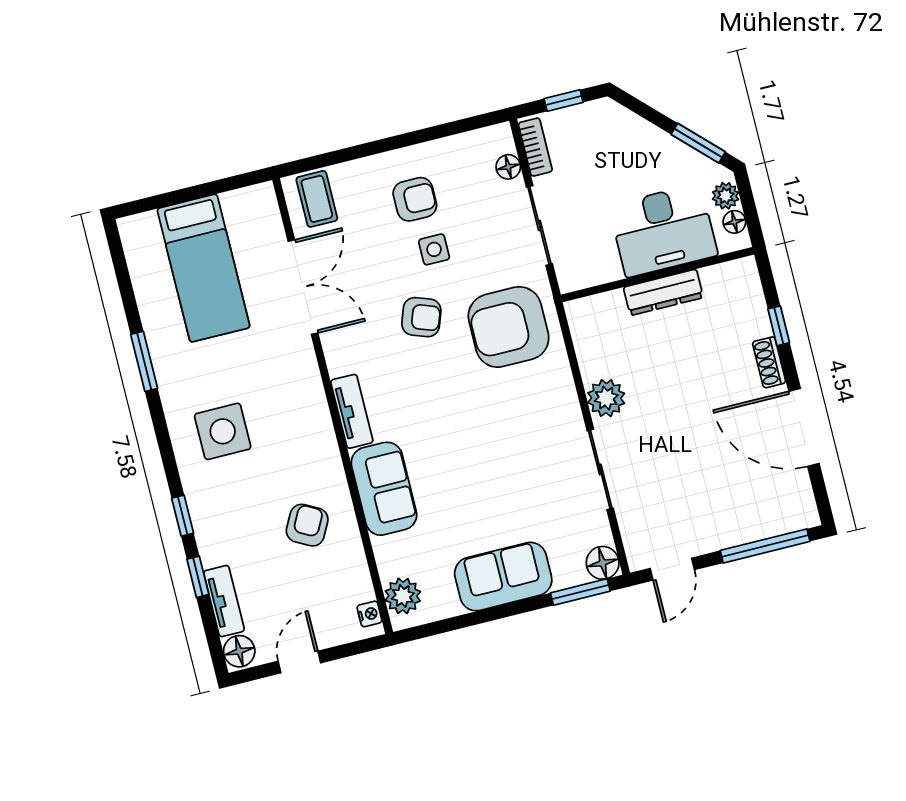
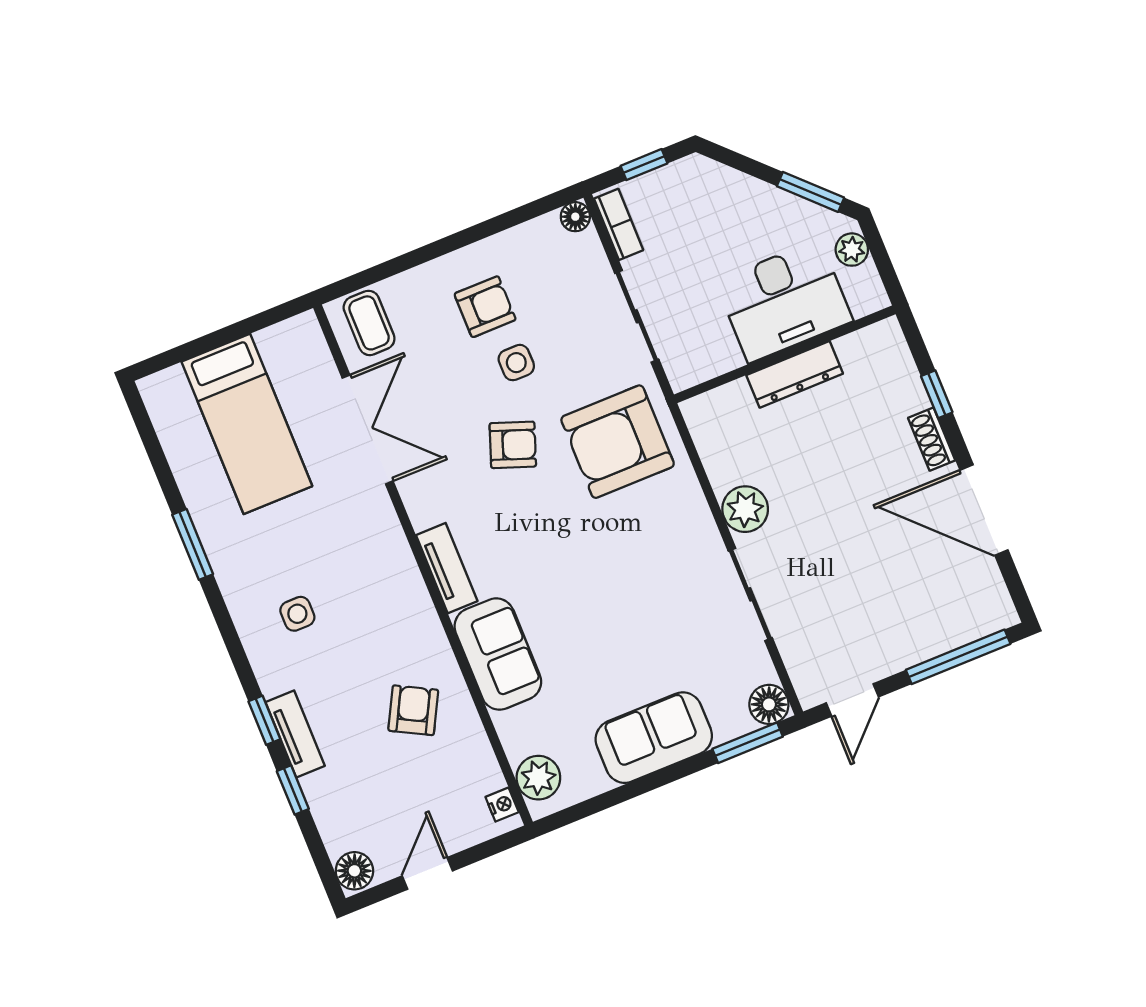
floor lamp: (508, 167) -> (575, 217), moved
floor lamp: (734, 222) -> (867, 279), removed
side table: (223, 431) -> (297, 614), width x0.54, depth x0.54
tv unit: (224, 601) -> (295, 734), moved

